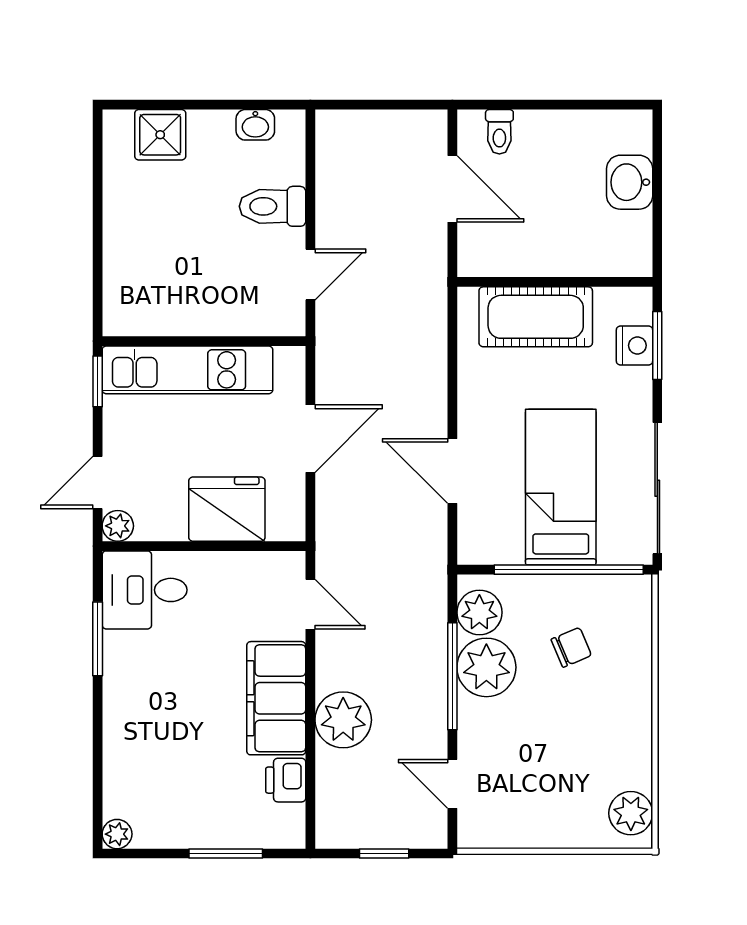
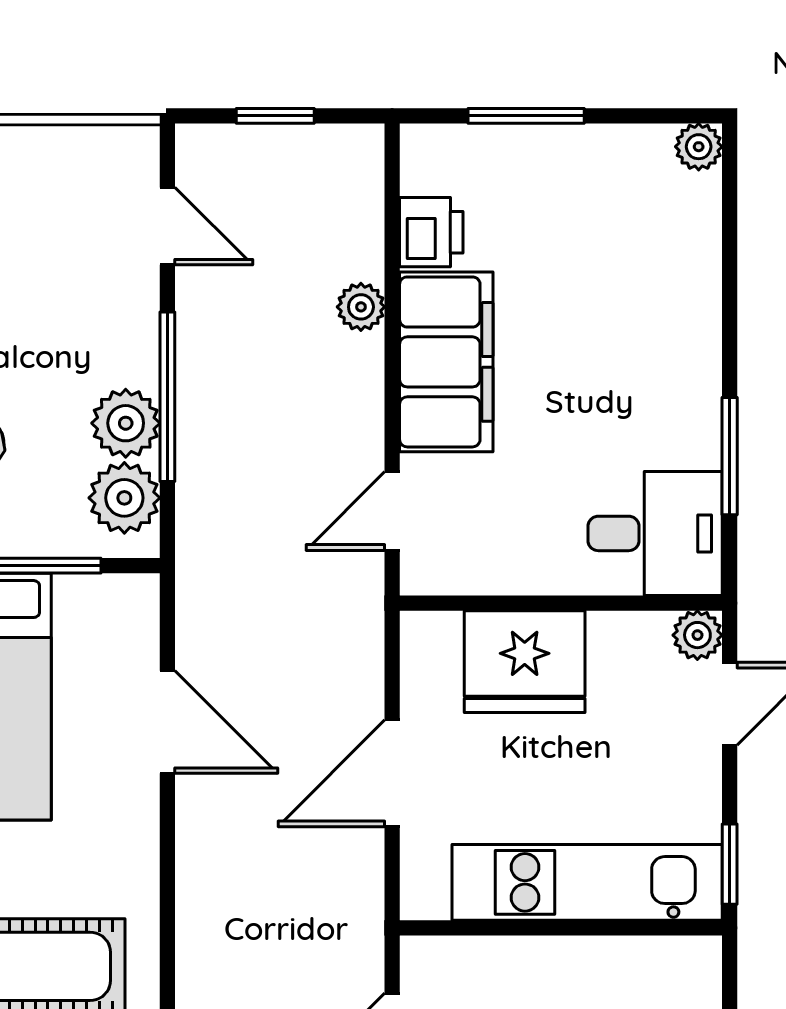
door: (310, 604) -> (392, 511), hinge flipped
plant: (486, 667) -> (126, 423), width x0.73, depth x0.73
plant: (343, 720) -> (361, 307), width x0.53, depth x0.53

